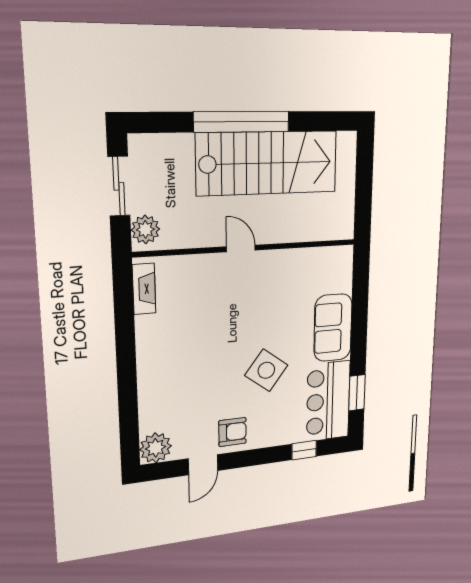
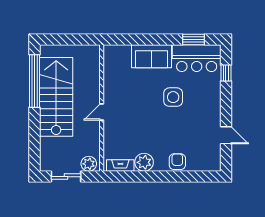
window: (242, 122) -> (34, 81), moved
side table: (266, 370) -> (173, 97), turned -37
armchair: (232, 432) -> (177, 162), moved
plant: (156, 448) -> (144, 162), moved

